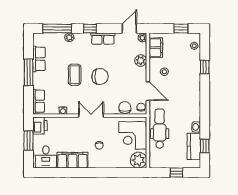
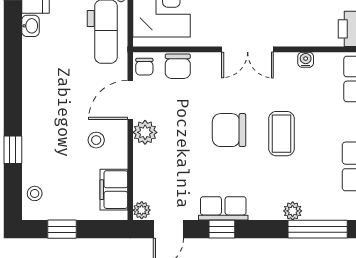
window: (90, 29) -> (222, 229), moved
plant: (141, 61) -> (145, 132), moved
door: (148, 91) -> (130, 100), hinge flipped

